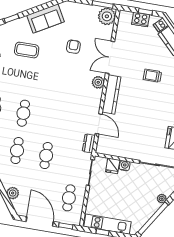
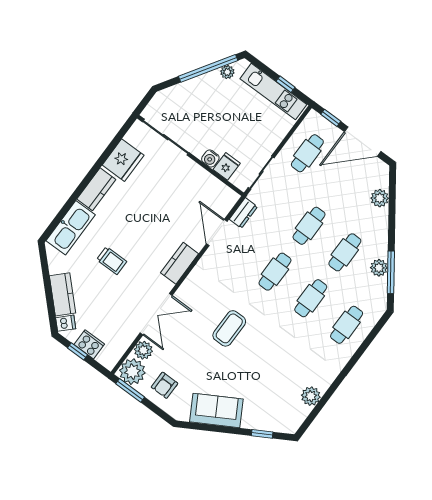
armchair: (73, 47) -> (165, 385), moved
coffee table: (27, 50) -> (229, 328), moved, turned 90
plant: (98, 82) -> (143, 350), moved
kitchen counter: (111, 95) -> (180, 263), width x0.67
cafe table: (53, 118) -> (275, 272), added
plant: (162, 199) -> (227, 72), moved
door: (40, 221) -> (363, 142), hinge flipped

